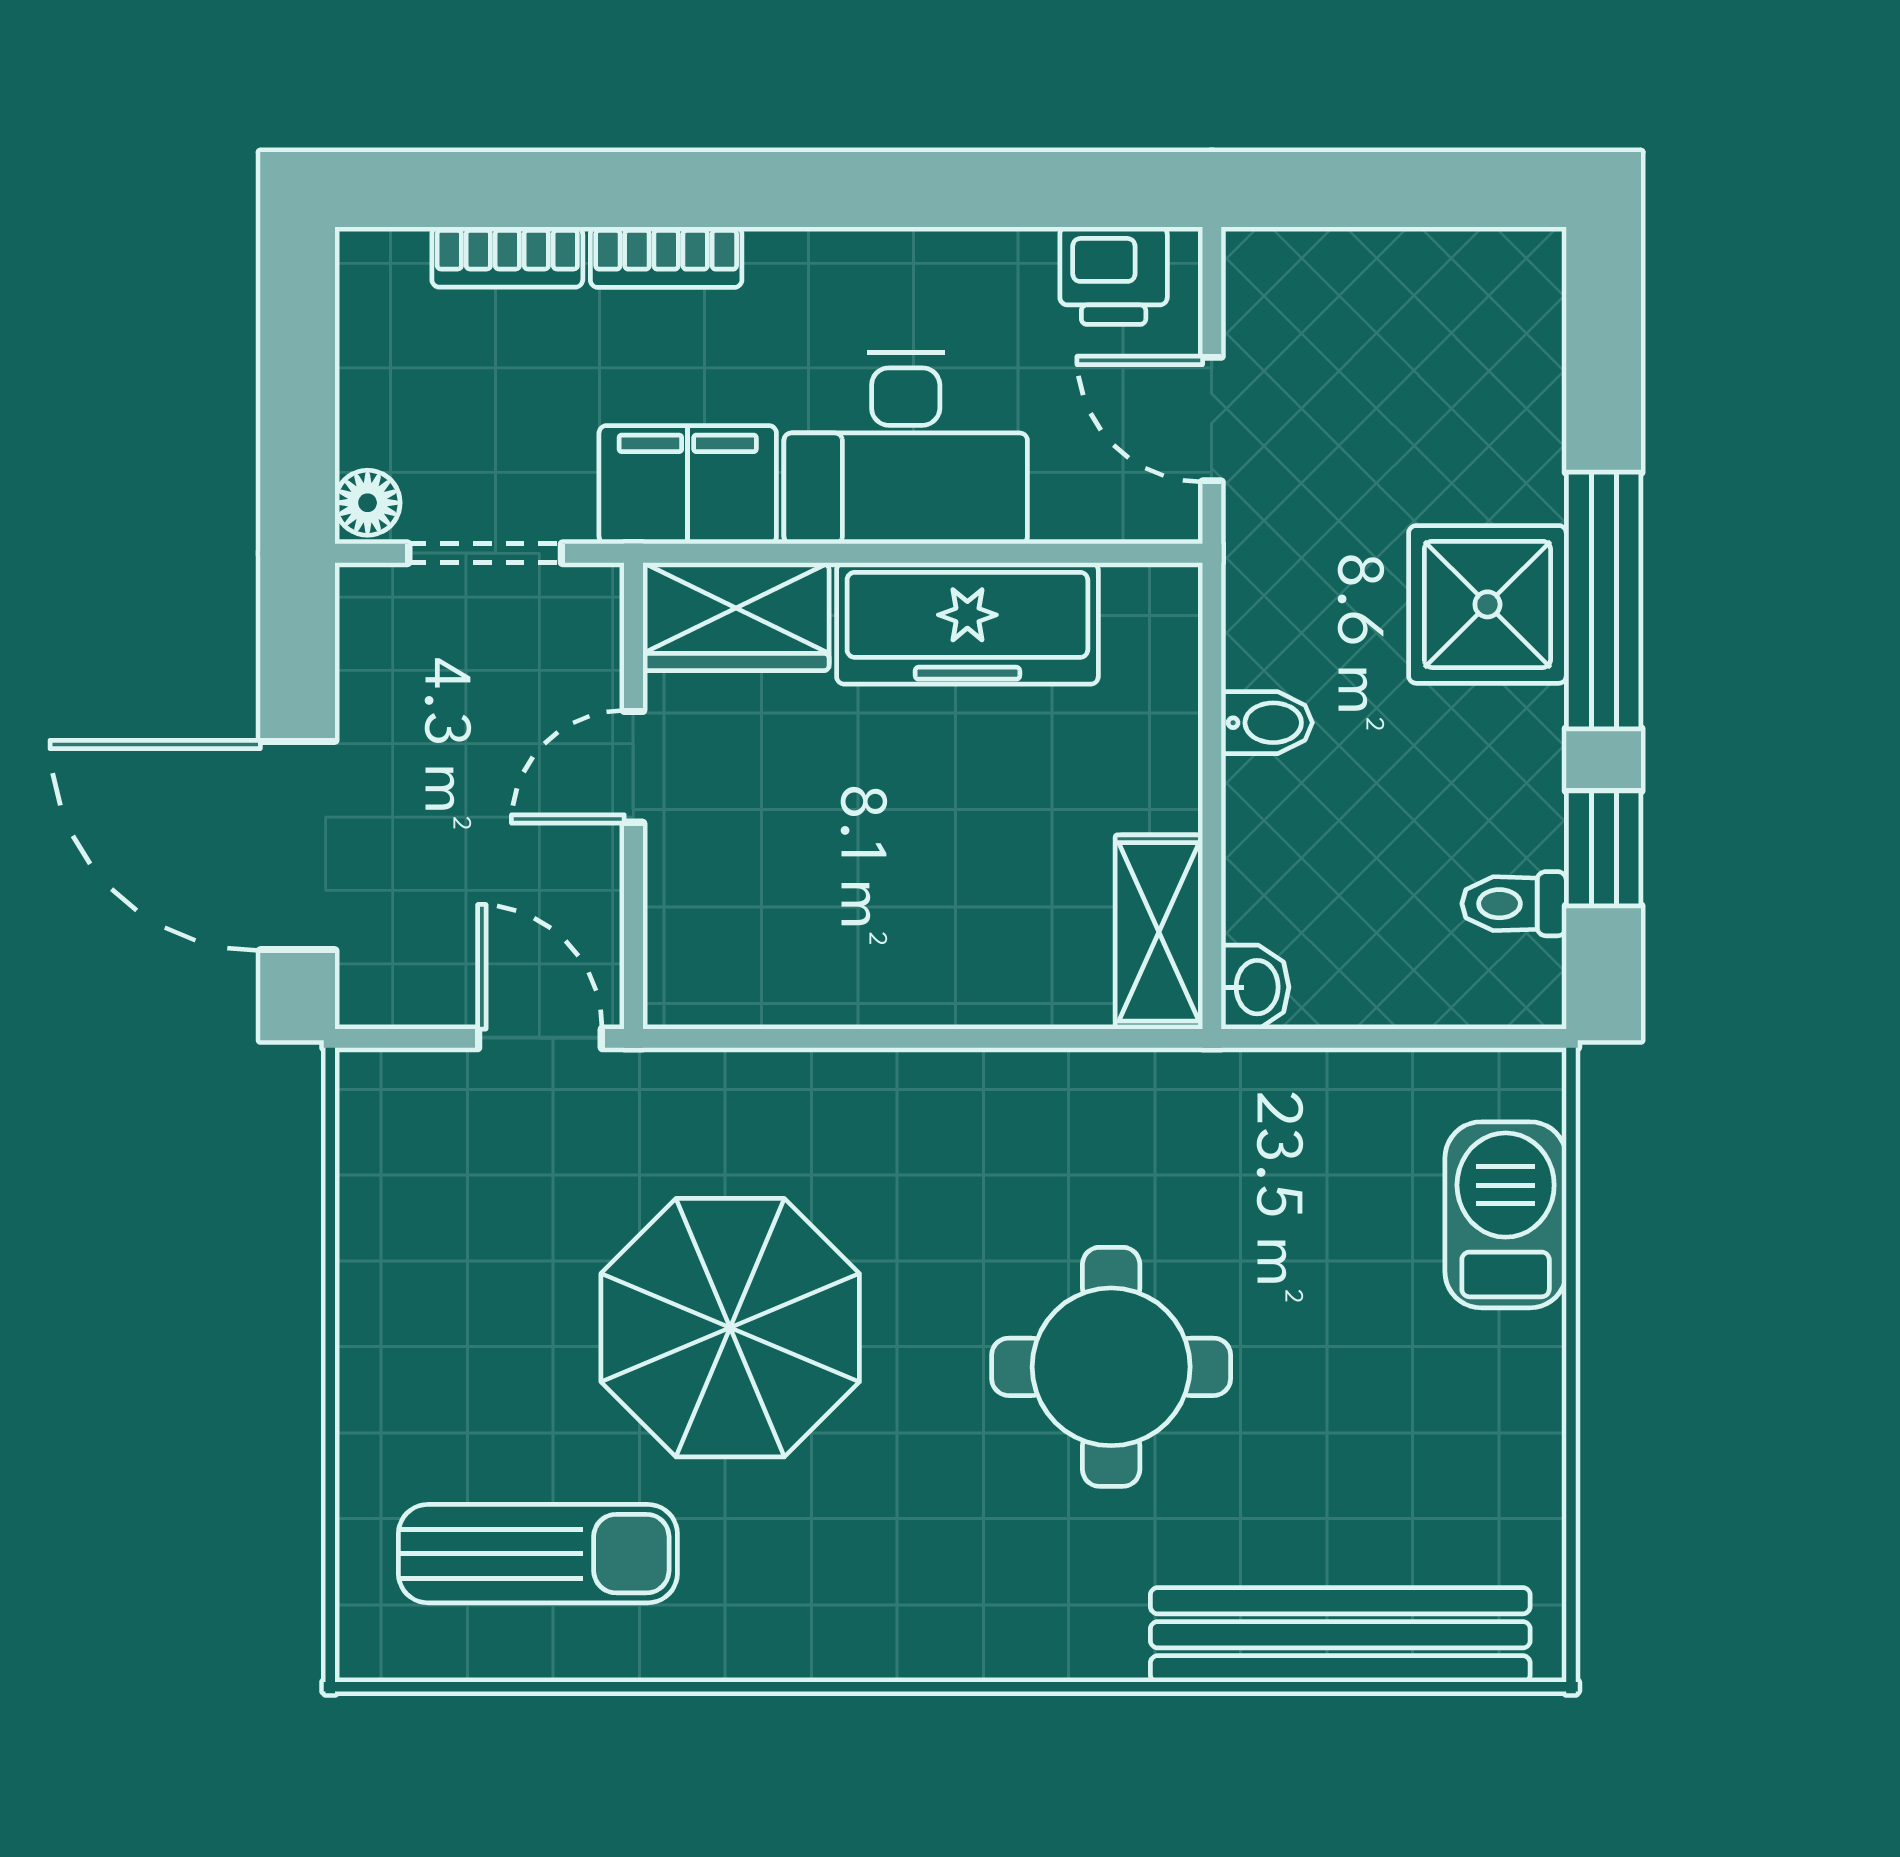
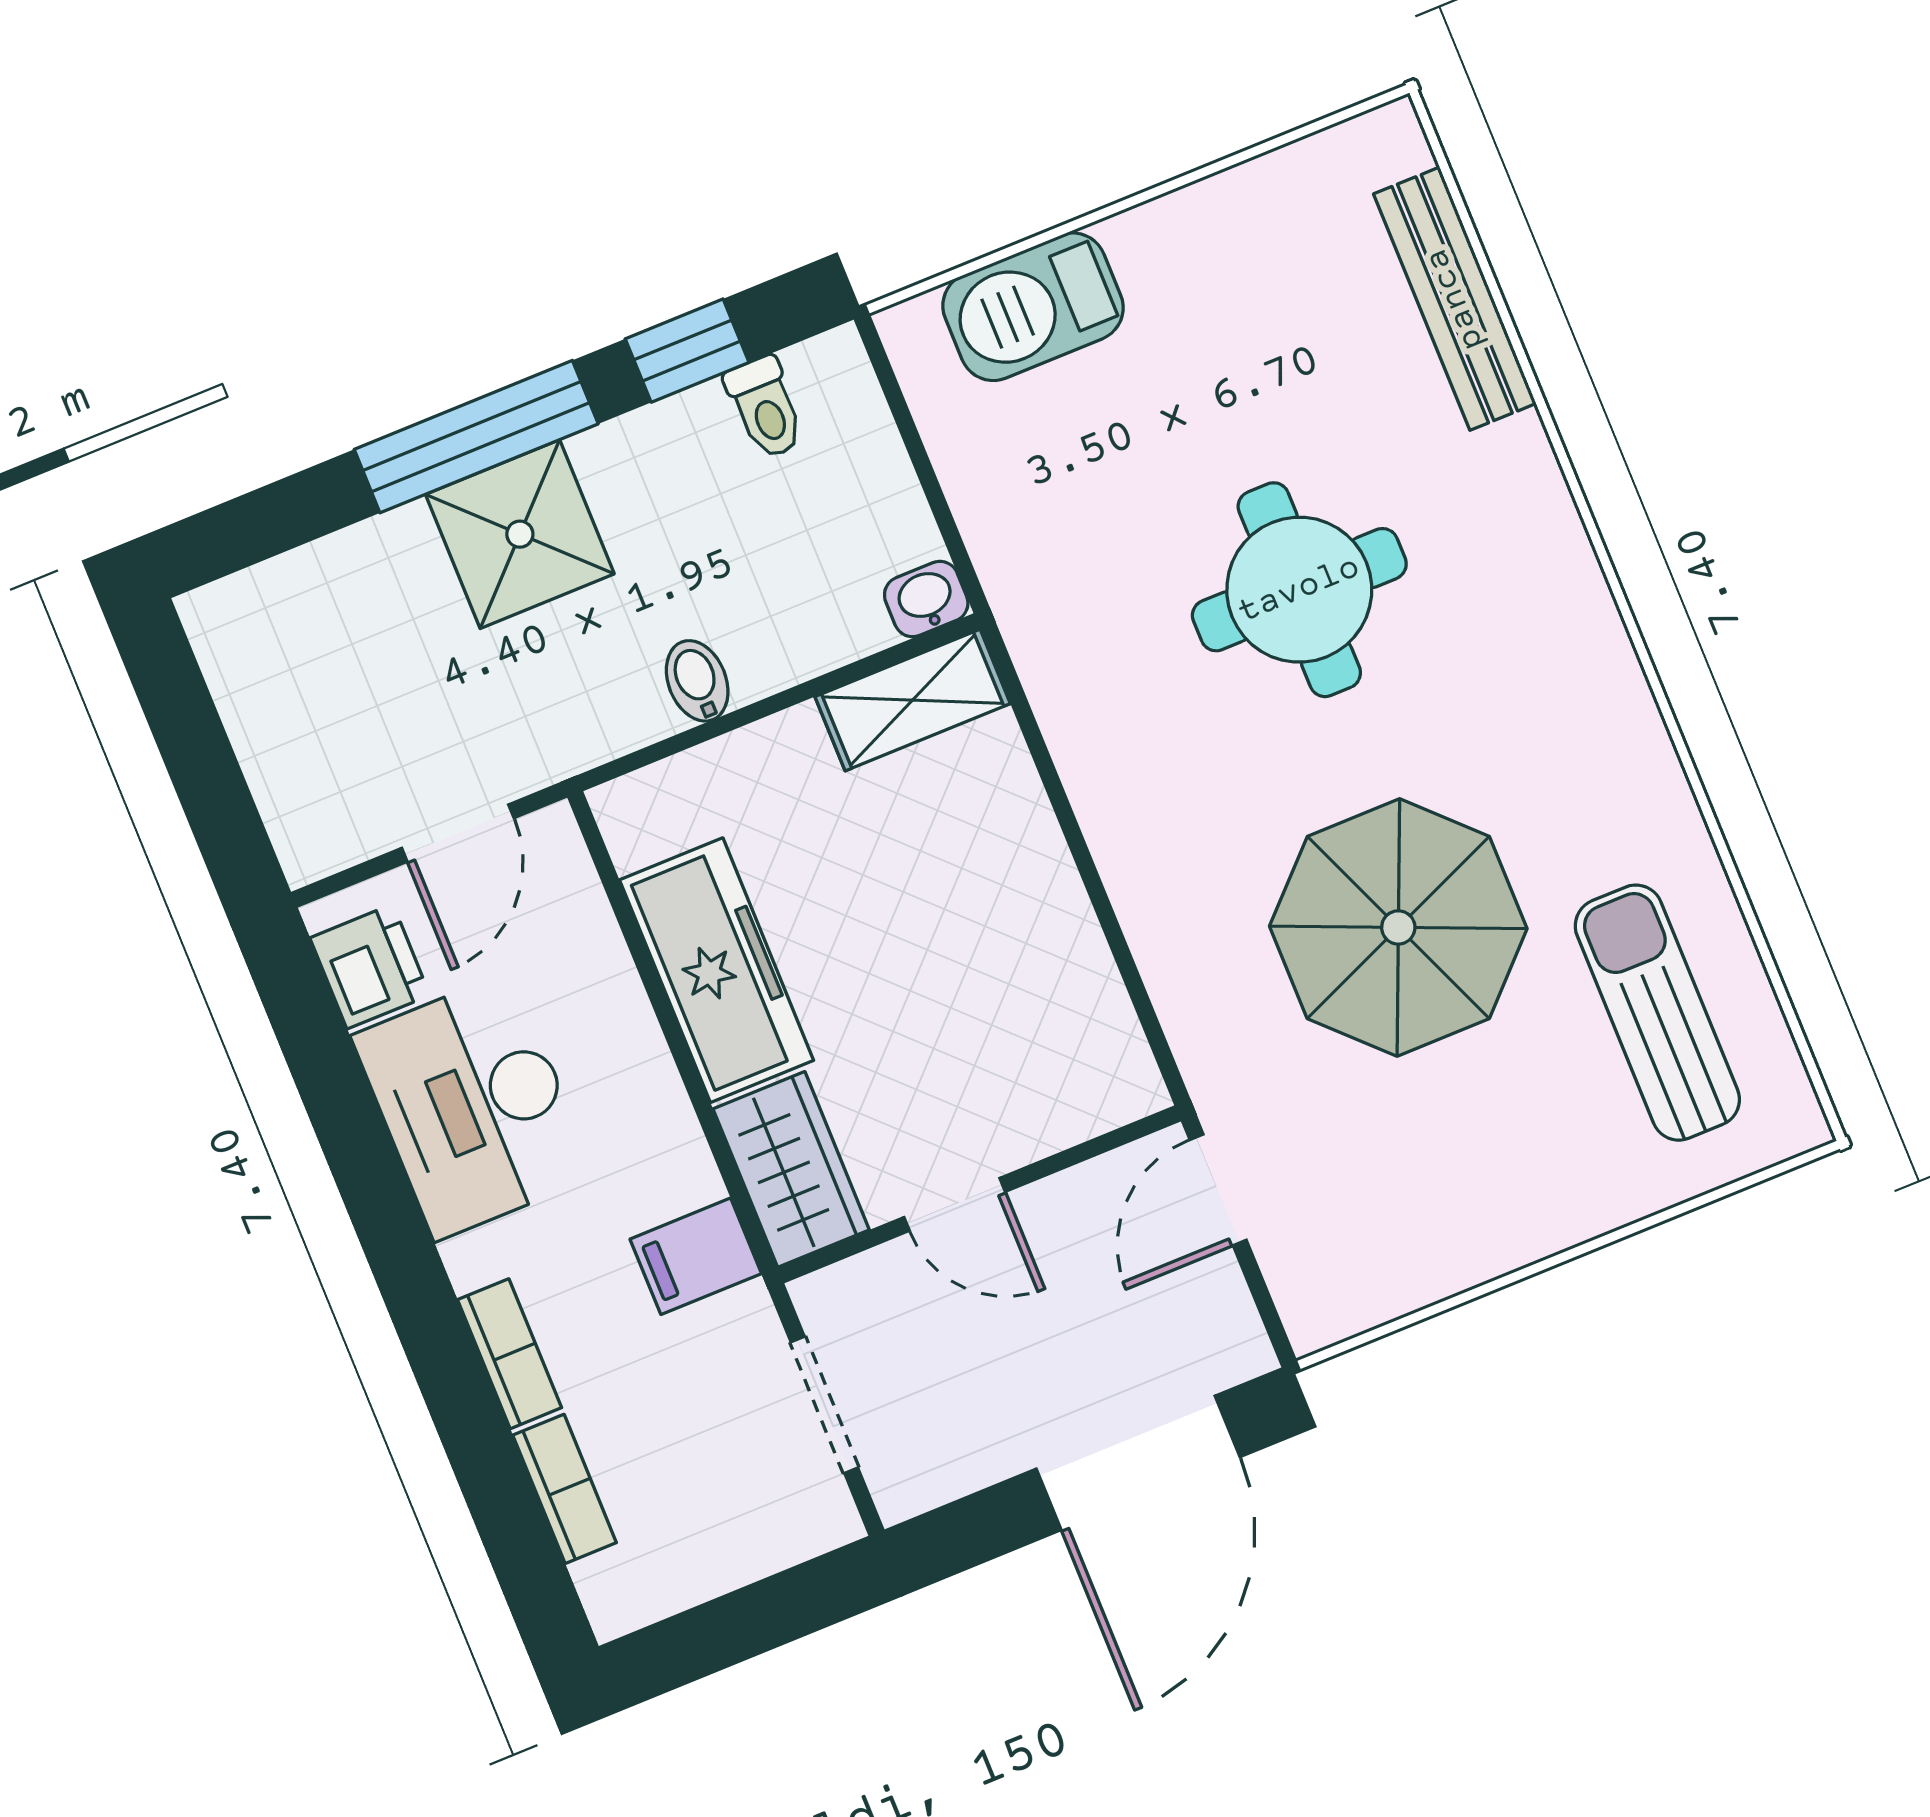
desk: (906, 448) -> (473, 1106), moved, turned 180
filing cabinet: (688, 485) -> (696, 1256), width x0.50
floor lamp: (368, 503) -> (822, 1522), removed
bench: (1340, 1635) -> (1455, 299), width x0.73, depth x0.82

